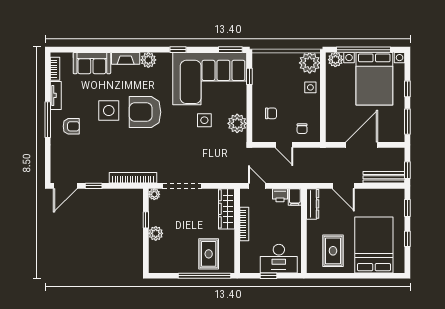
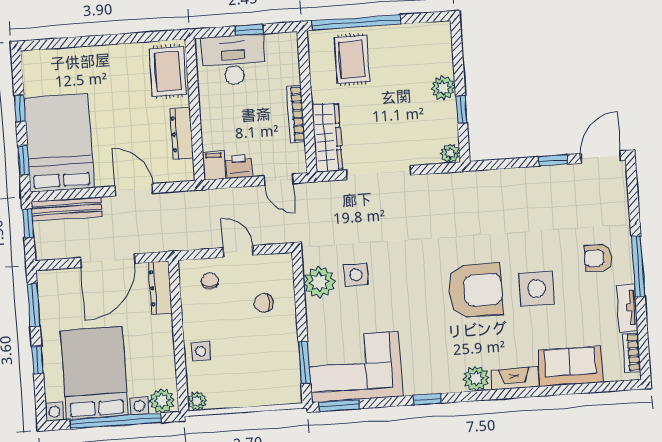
plant: (310, 63) -> (197, 401), width x0.53, depth x0.53
window: (249, 76) -> (304, 362), width x1.50
corner sofa: (210, 79) -> (355, 367), width x0.73, depth x0.74
side table: (204, 120) -> (356, 275), moved
dresser: (332, 127) -> (160, 288), added
bookcase: (133, 178) -> (488, 179), removed
doorway: (182, 186) -> (379, 173), moved
dresser: (313, 204) -> (182, 134), moved
bed: (374, 245) -> (59, 143), moved, turned 180
rug: (333, 251) -> (168, 71), moved

